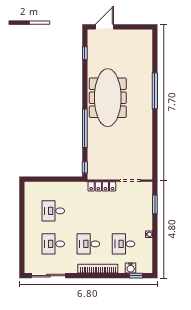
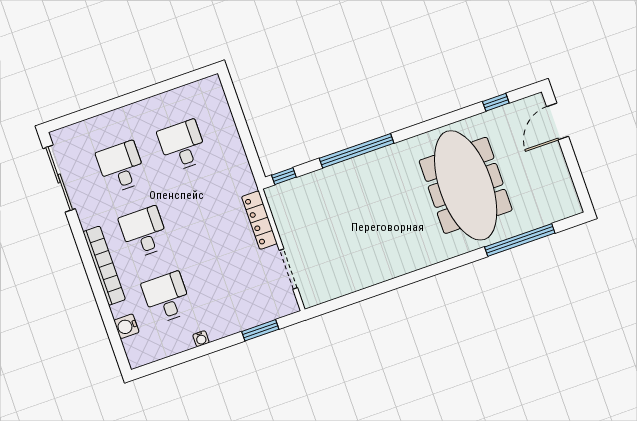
door: (104, 27) -> (558, 122), swing flipped
window: (155, 91) -> (520, 240), moved
meeting table: (108, 98) -> (466, 185), moved, turned 90
window: (136, 276) -> (116, 341), removed

